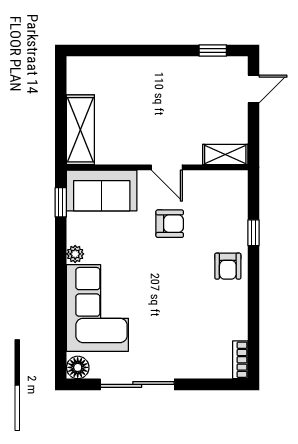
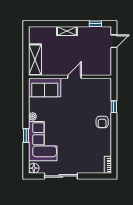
shelving: (225, 155) -> (67, 31), moved
door: (167, 167) -> (74, 77), swing flipped
window: (61, 202) -> (26, 136), moved
armchair: (170, 224) -> (76, 103), removed

